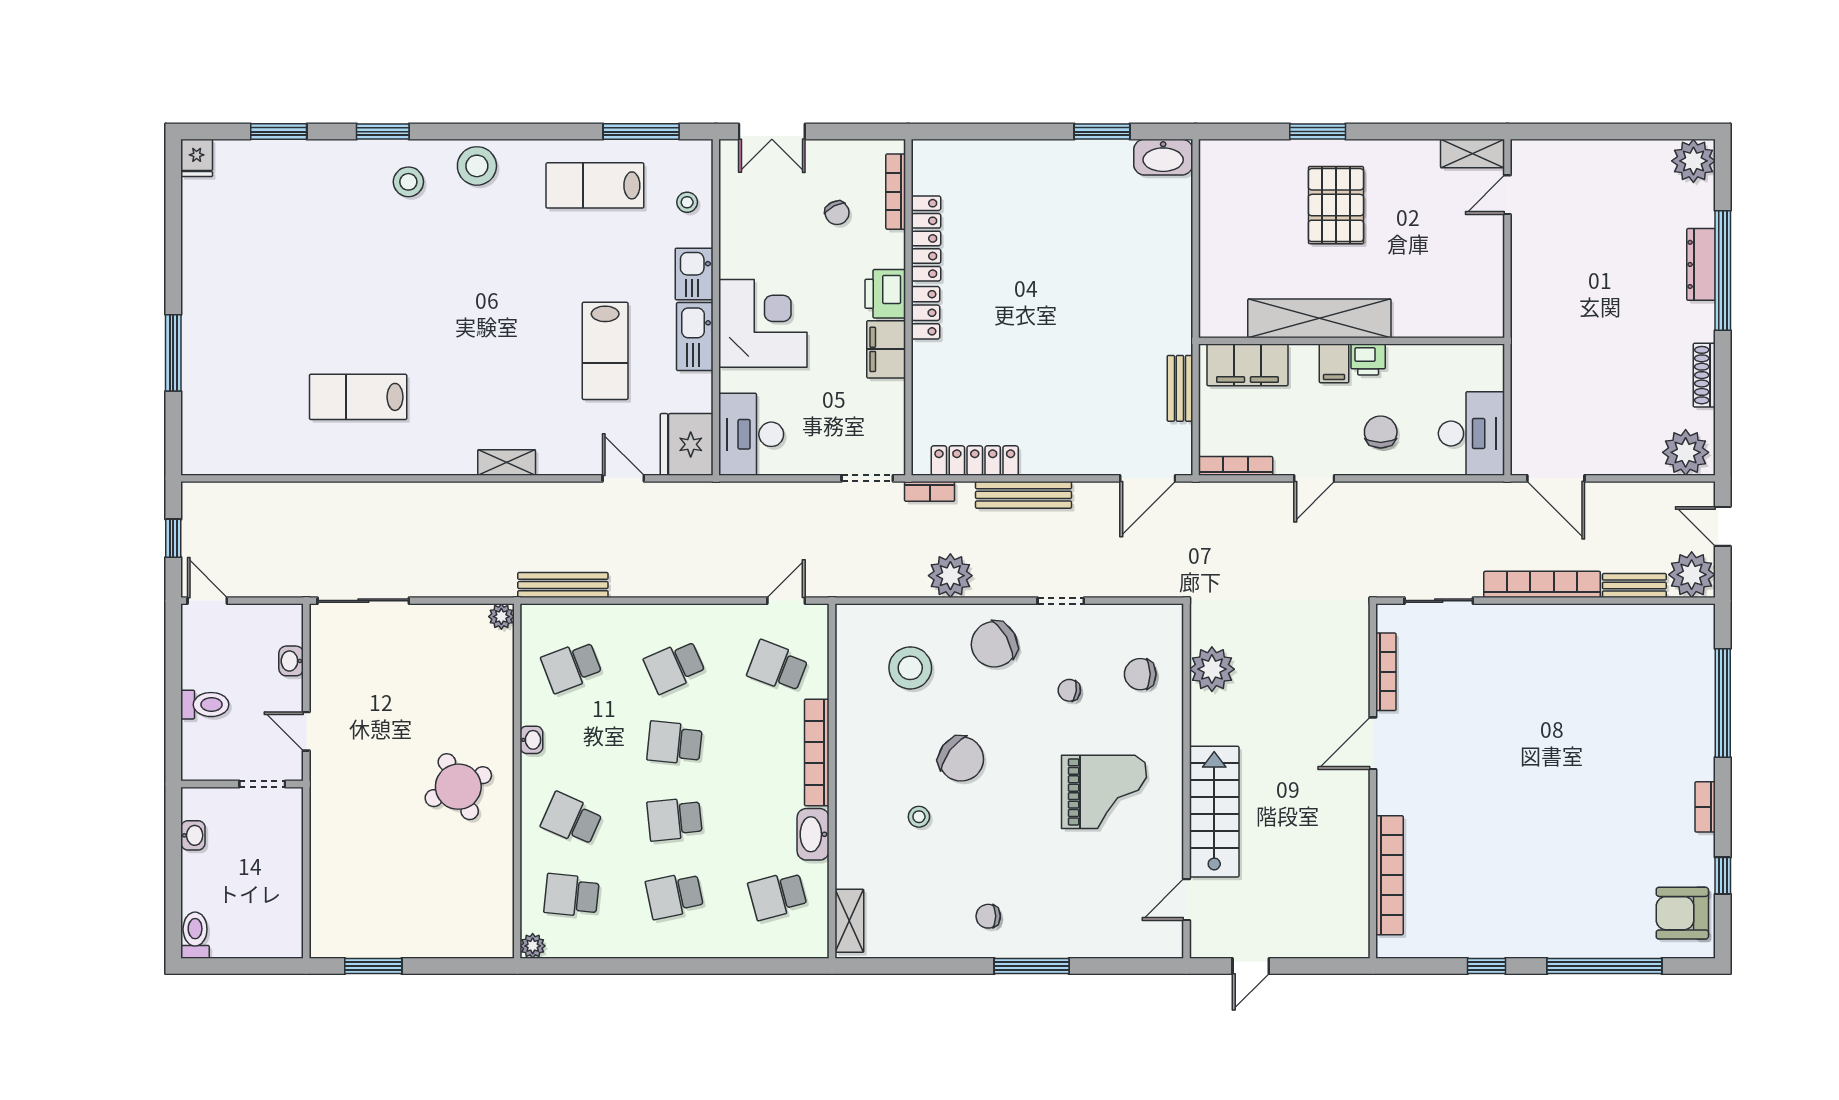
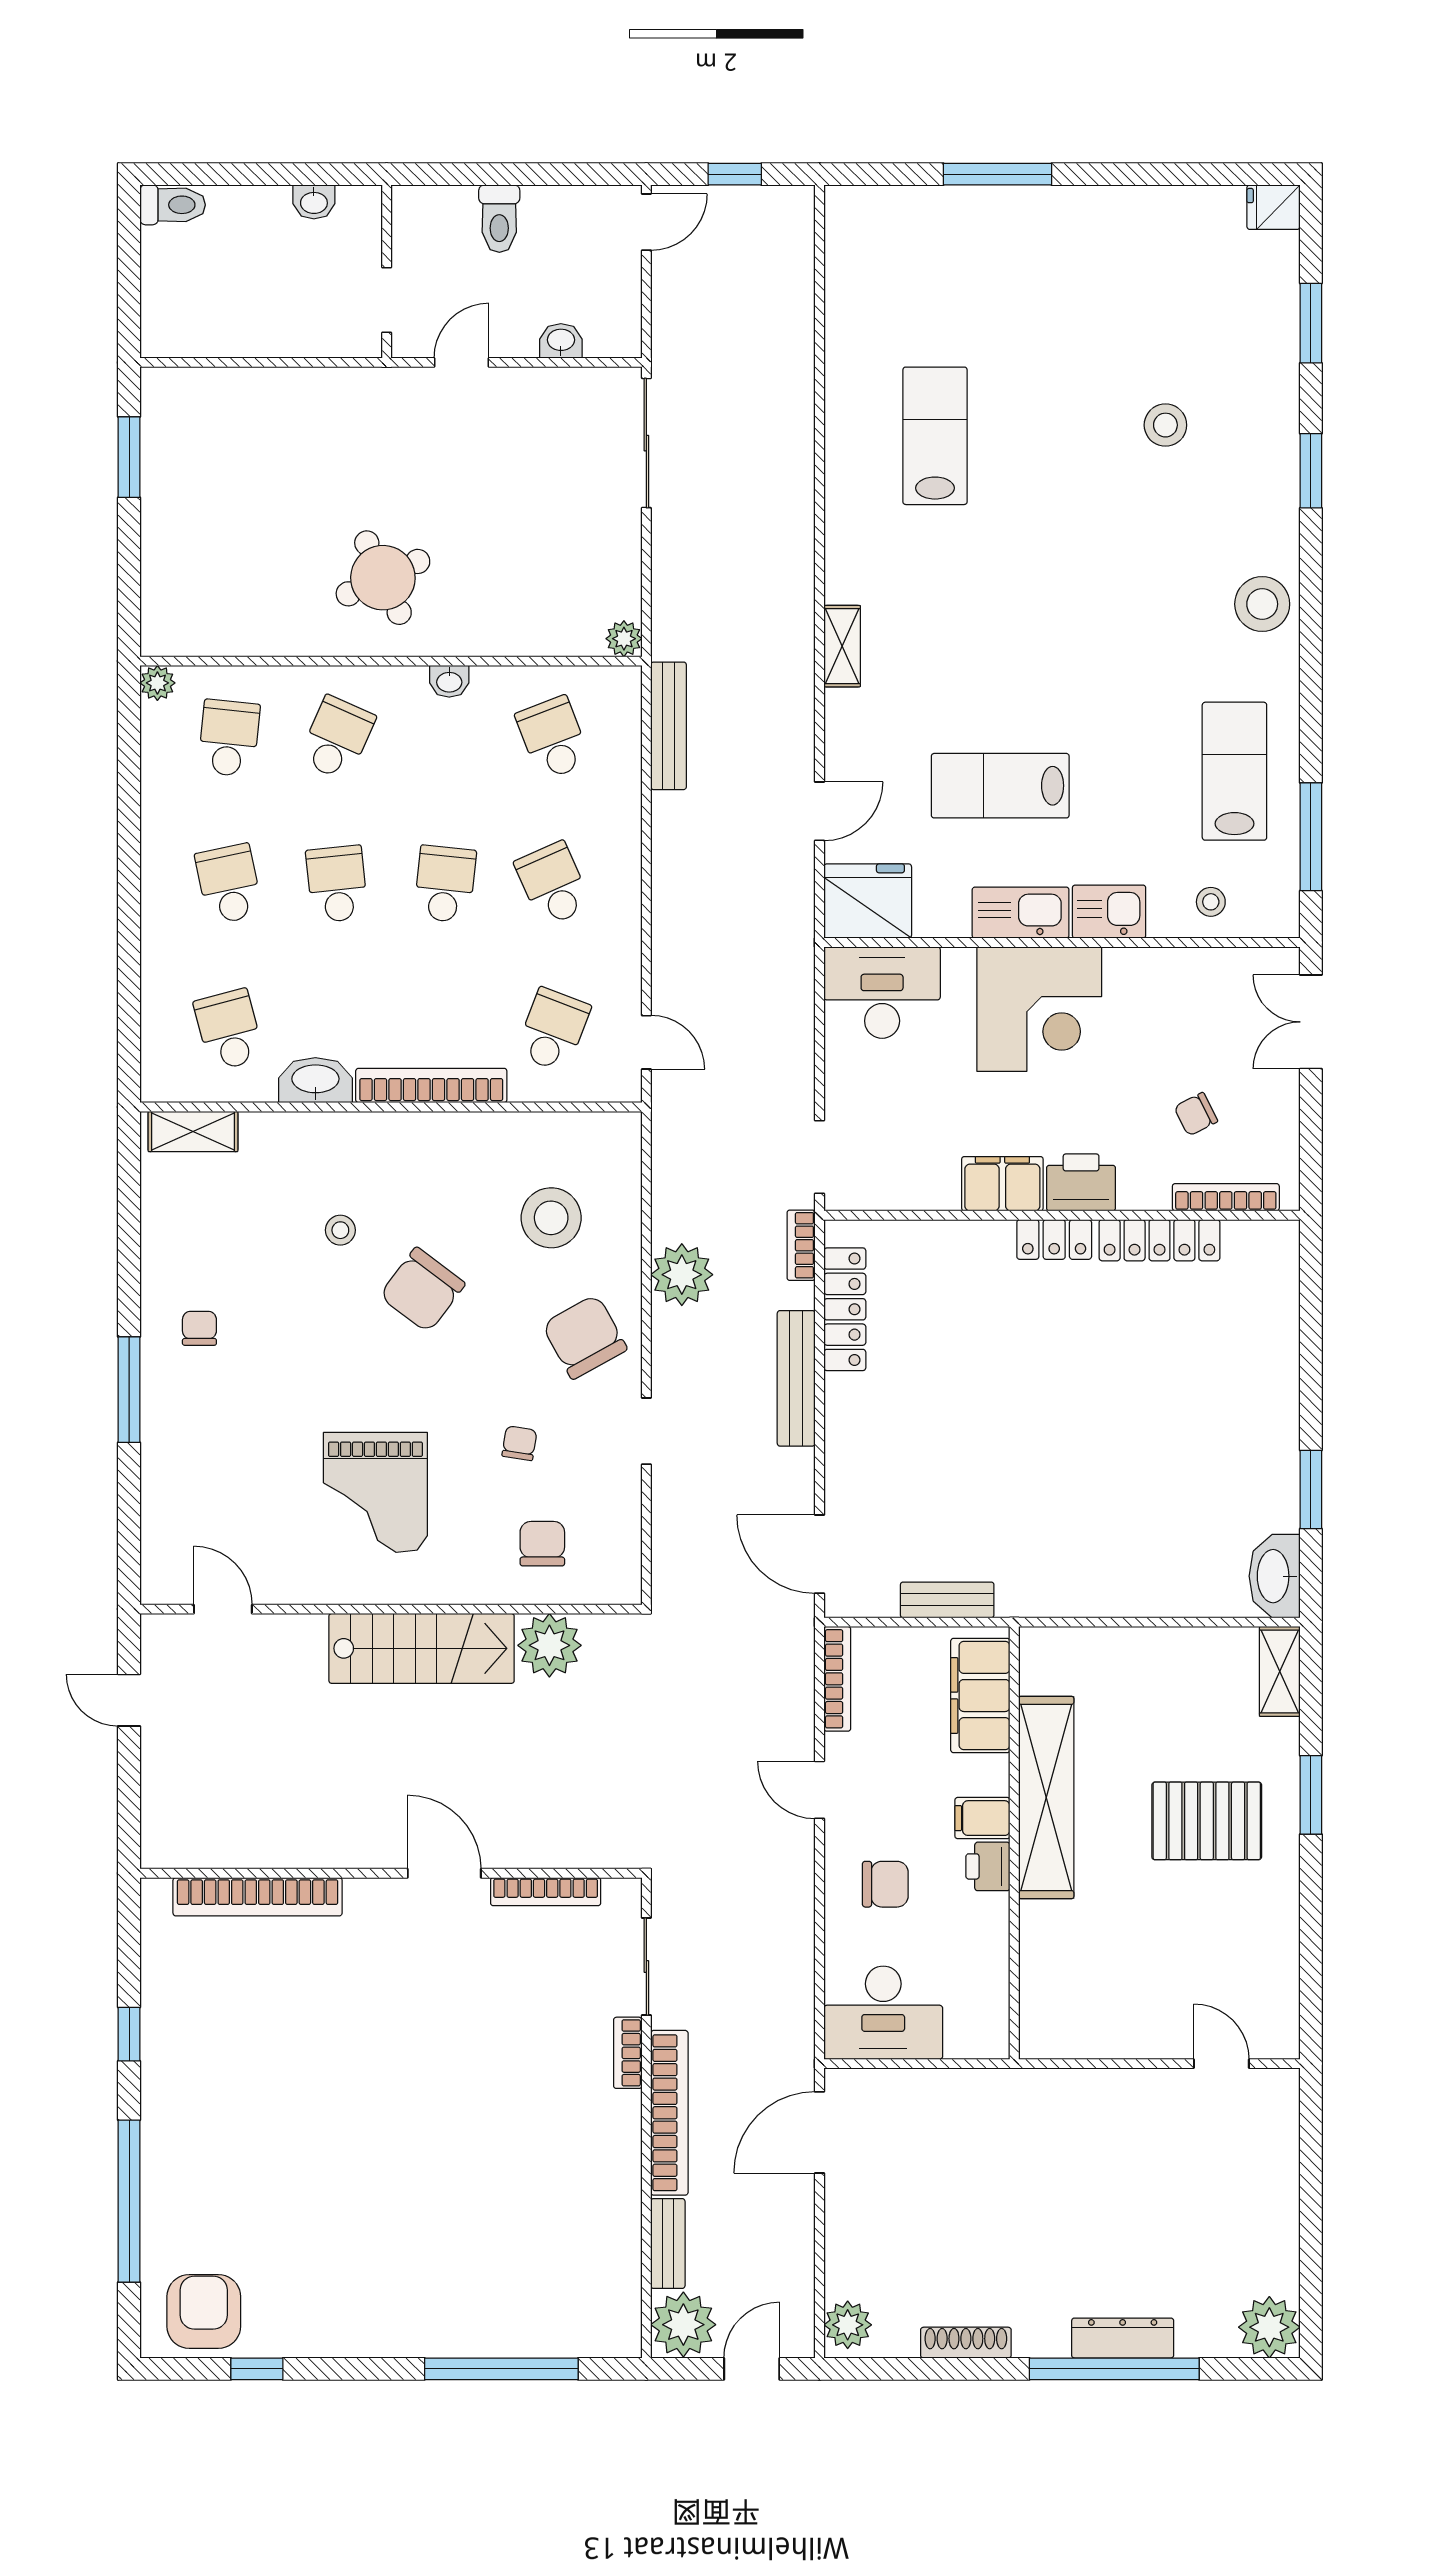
shelving: (1473, 154) -> (1280, 1671), moved
stool: (408, 182) -> (1165, 425), moved
plant: (1686, 452) -> (848, 2325), width x0.73, depth x0.73
bookcase: (1705, 807) -> (628, 2053), moved, turned -90
stairs: (1214, 812) -> (422, 1648), moved

